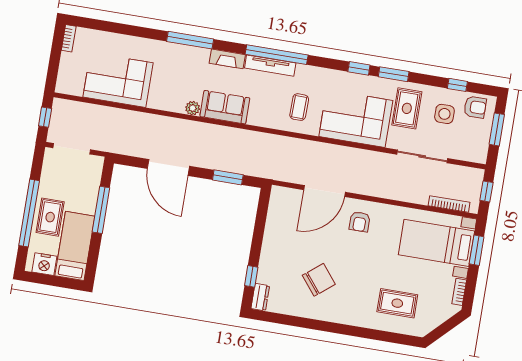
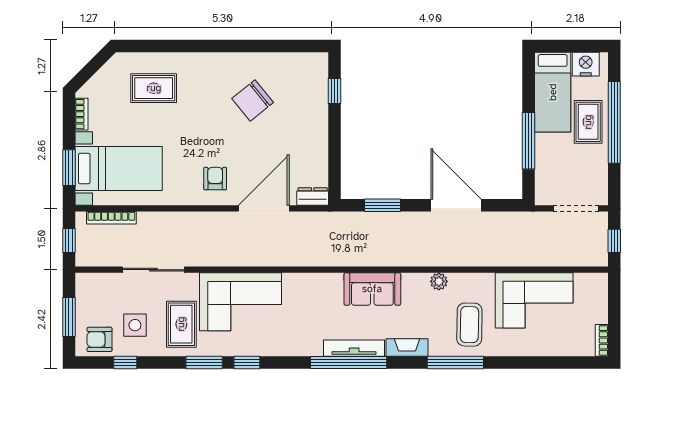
sofa: (225, 107) -> (372, 289), moved
coffee table: (299, 107) -> (469, 325), moved, width x1.36, depth x1.30
dresser: (260, 297) -> (313, 196), moved, turned 90

